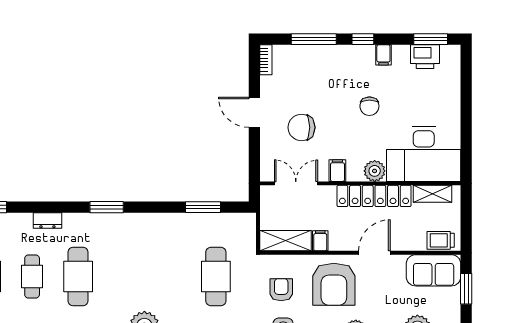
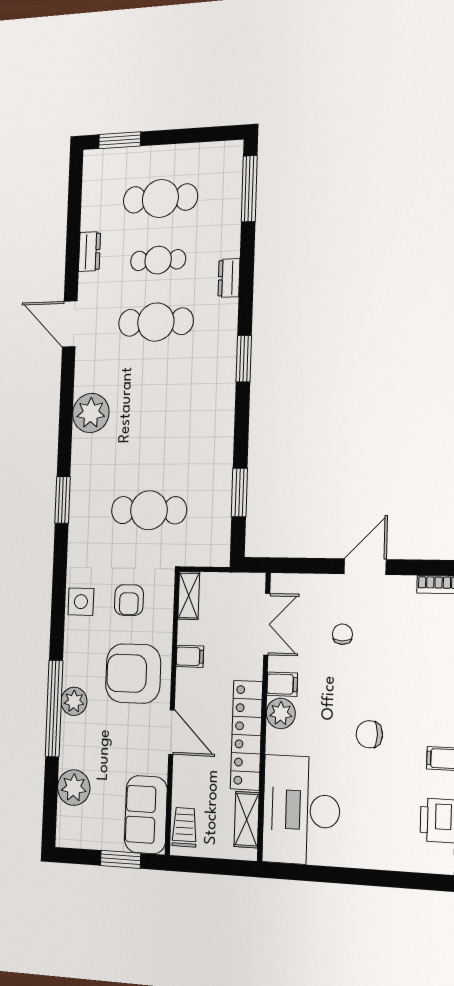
chair: (301, 127) -> (342, 634), width x0.54, depth x0.54
plant: (375, 171) -> (281, 713), moved
shelving: (285, 241) -> (189, 595), width x0.67, depth x0.75
armchair: (281, 290) -> (129, 600), turned 90

